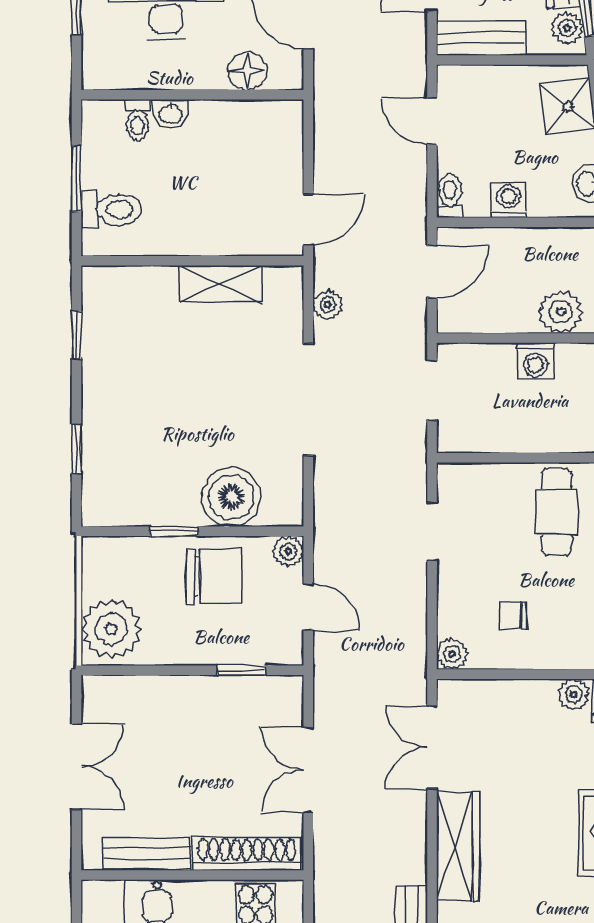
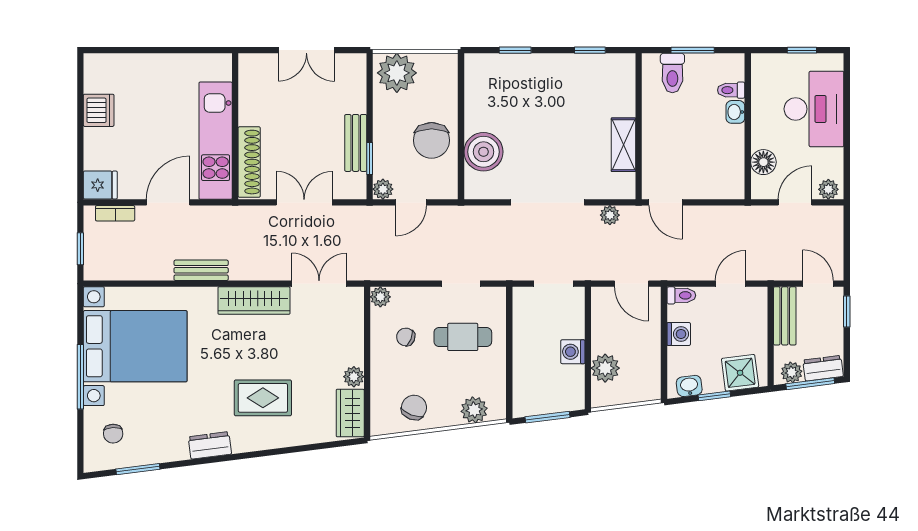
cafe table: (557, 512) -> (463, 337), moved
window: (174, 531) -> (461, 114), removed
plant: (288, 551) -> (383, 189), moved
chair: (513, 615) -> (406, 337), turned -68
bench: (146, 854) -> (356, 143), moved

